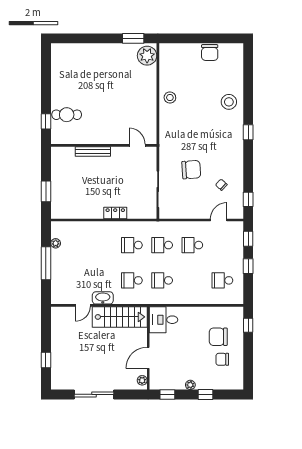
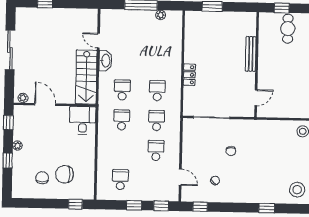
chair: (191, 170) -> (231, 151), width x0.54, depth x0.54
chair: (218, 337) -> (65, 174), turned -90

